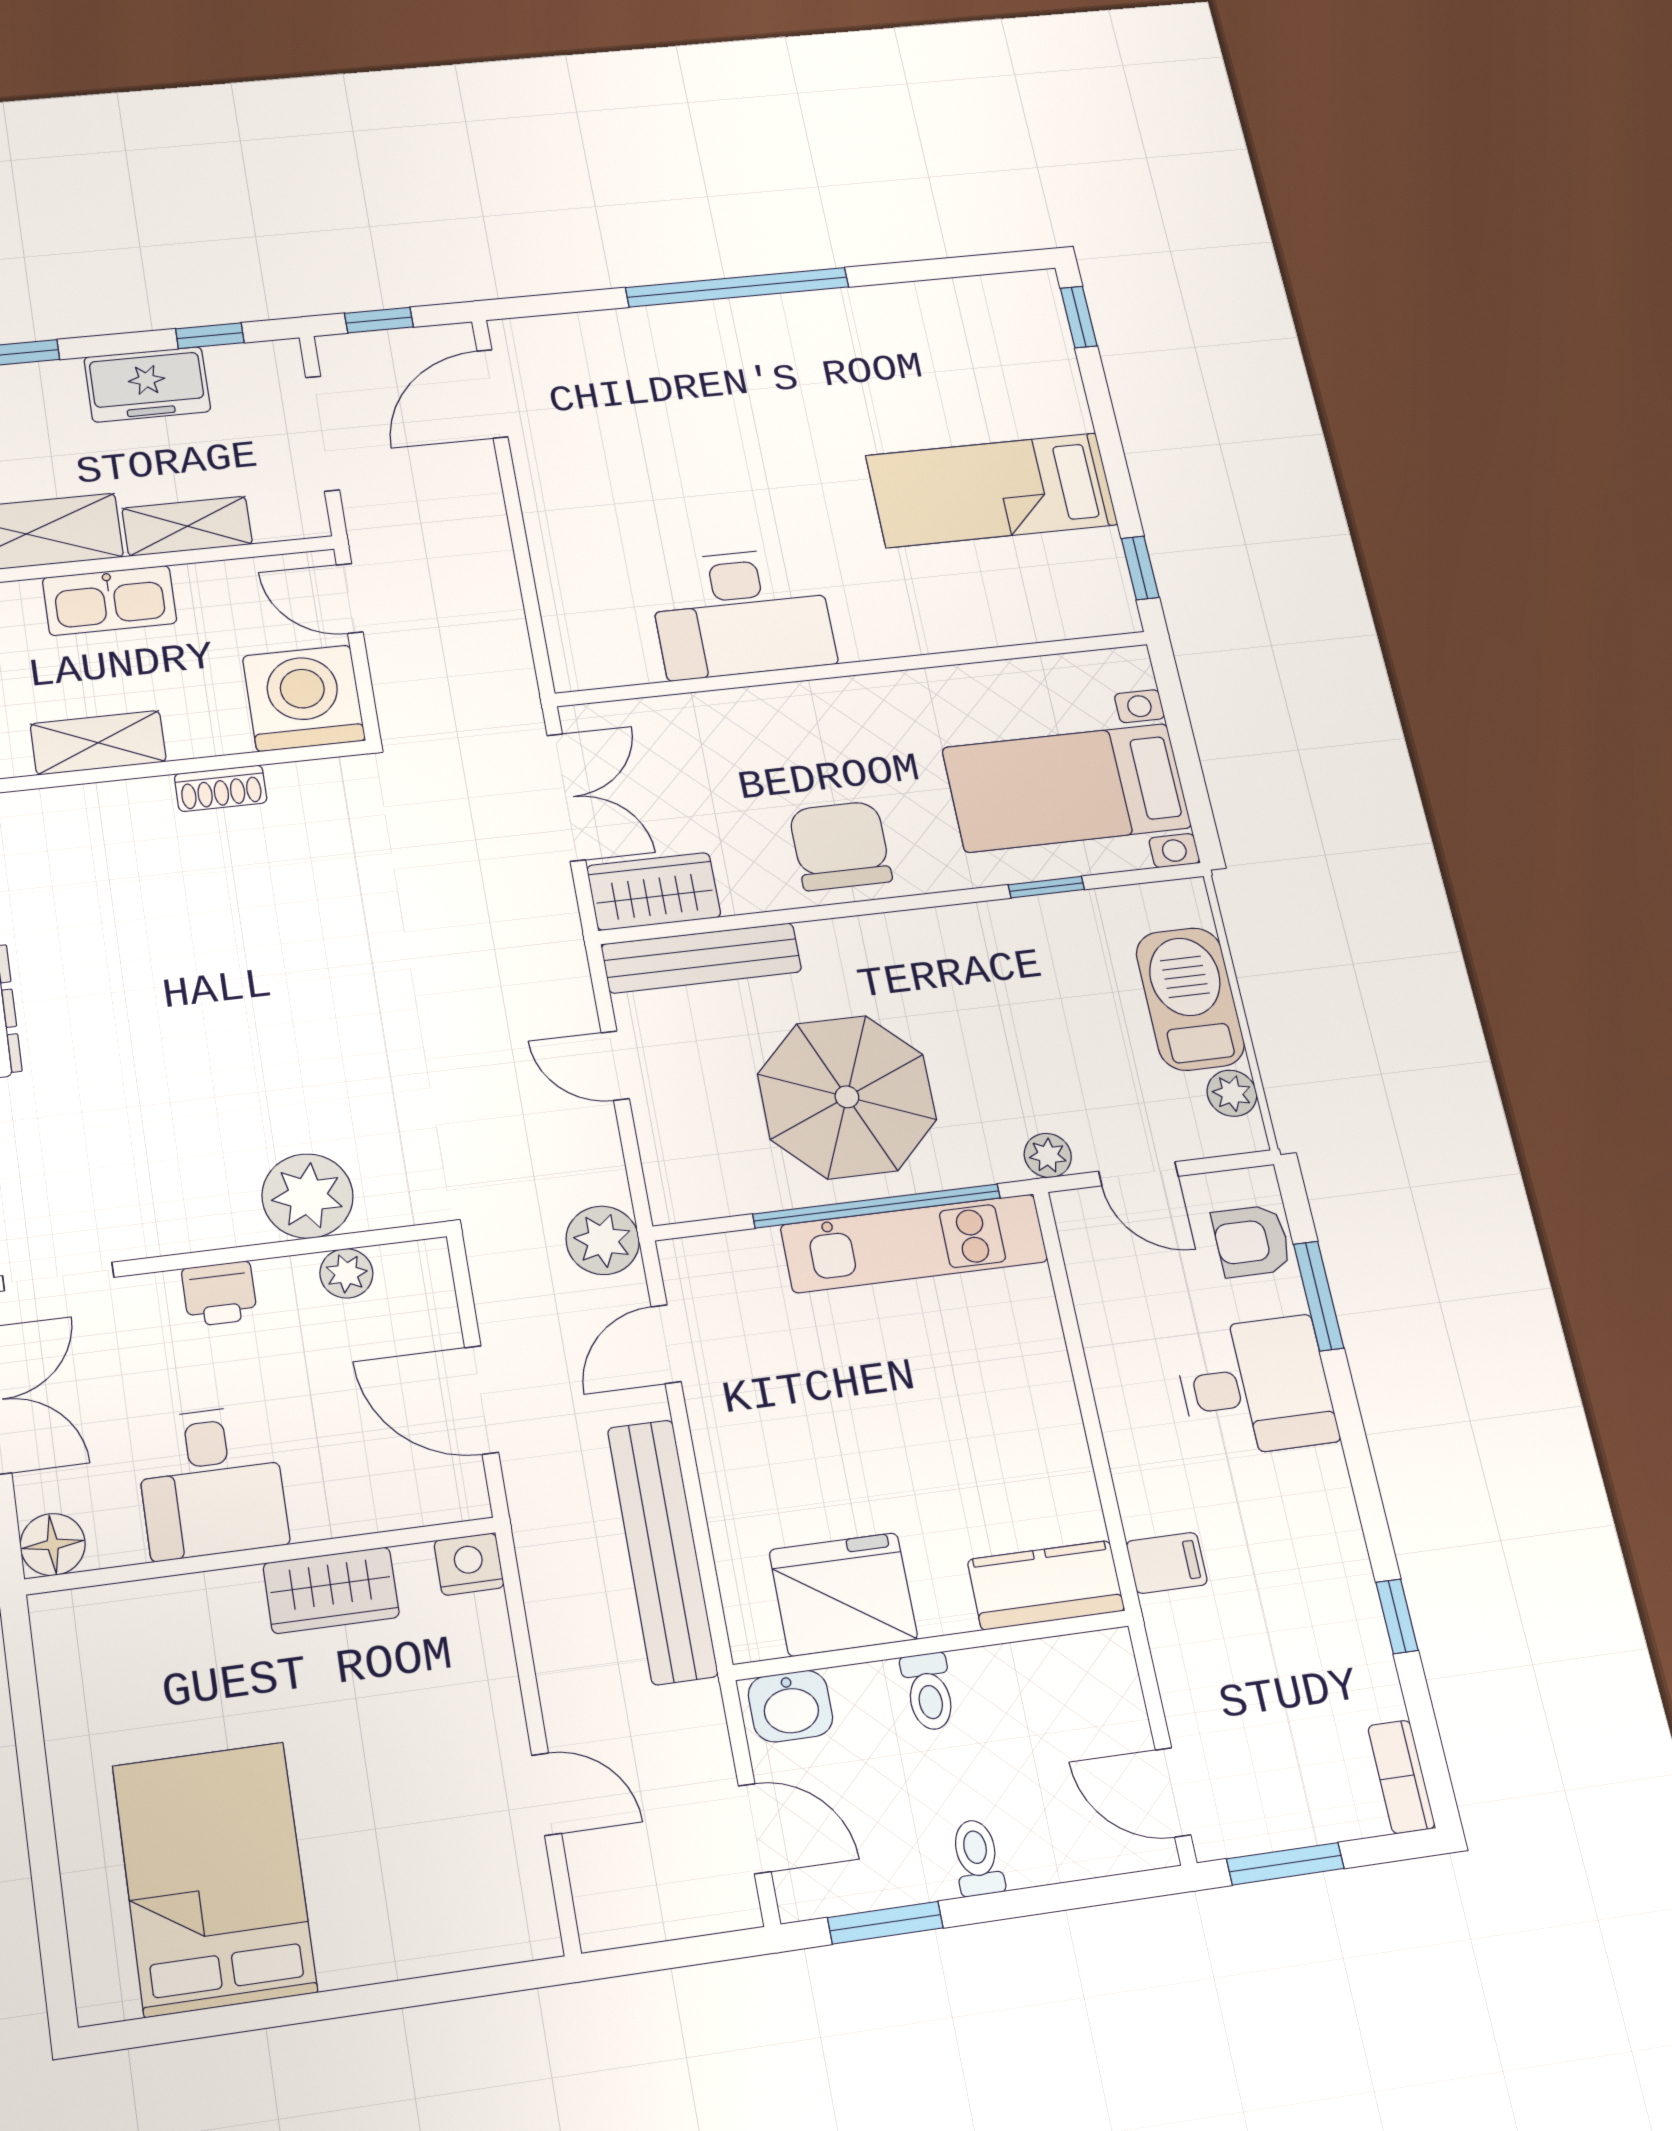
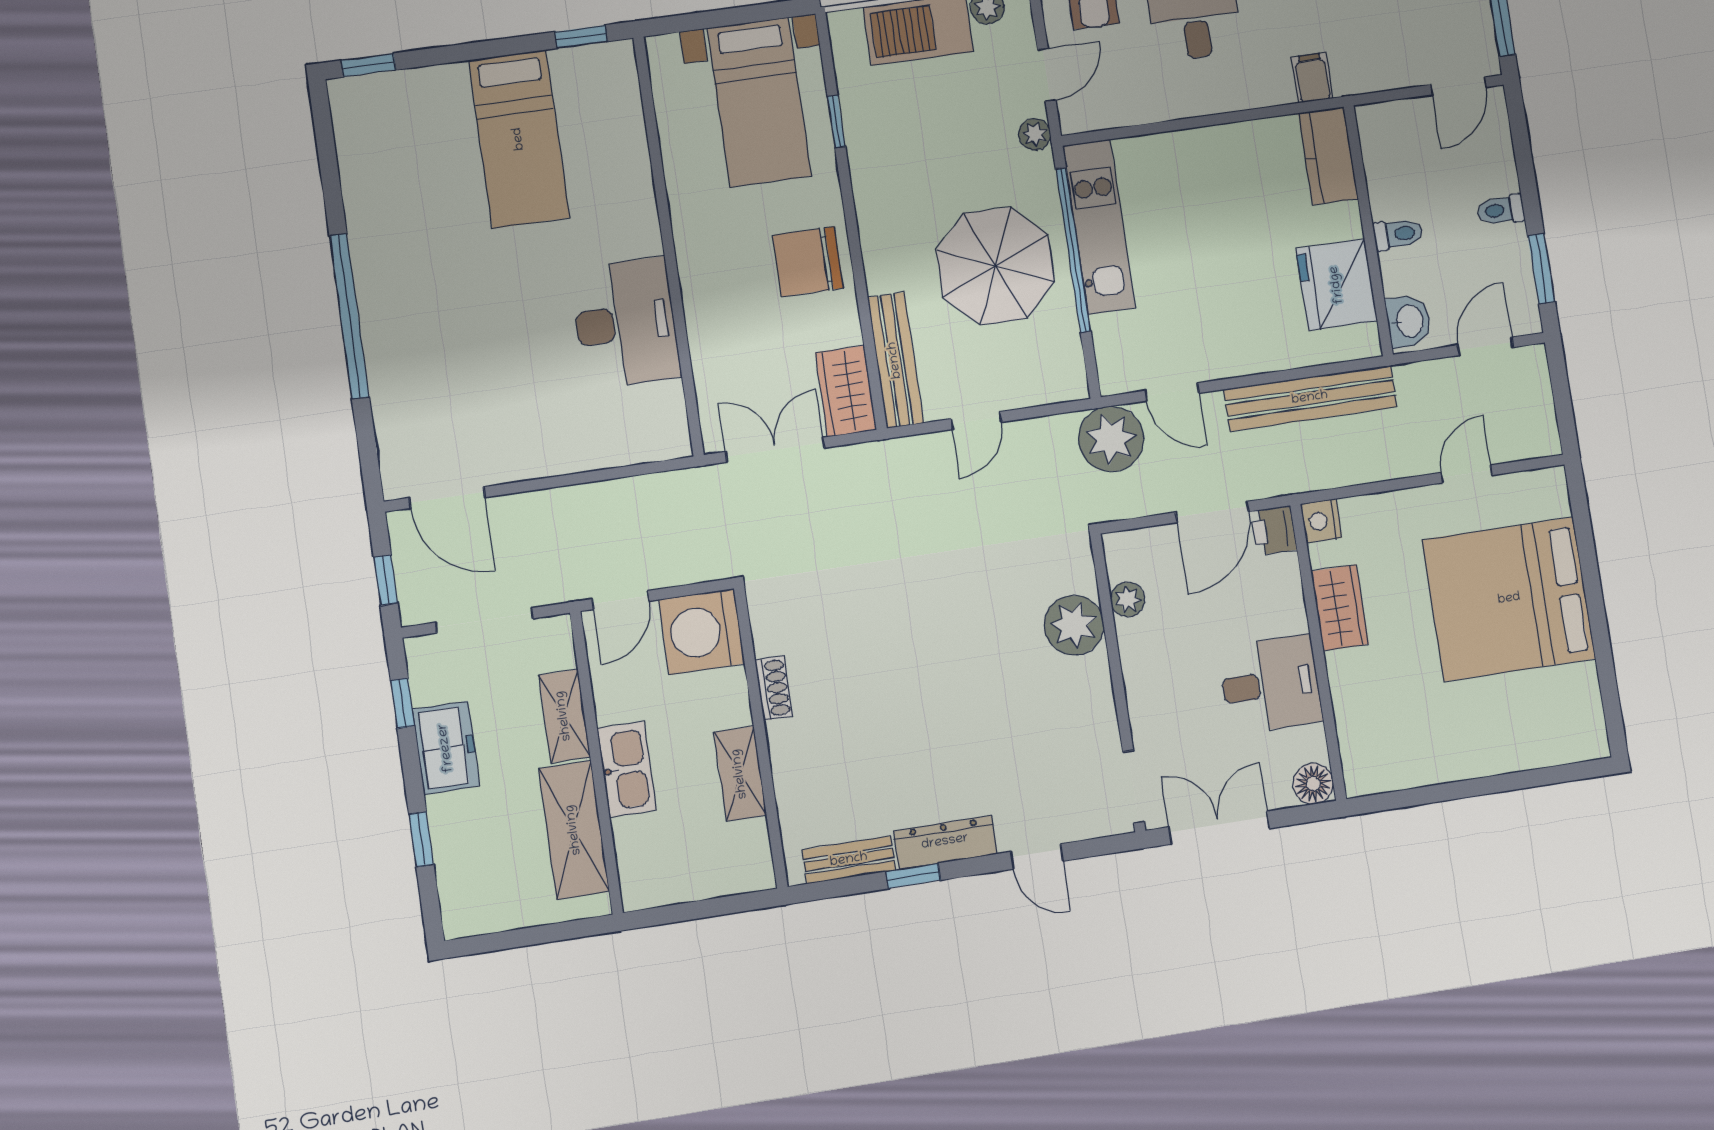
plant: (603, 1240) -> (1111, 439), width x1.36, depth x1.36
printer: (219, 1294) -> (1274, 530), moved, turned 180
bed: (214, 1878) -> (1509, 599), moved, width x1.36

